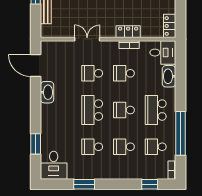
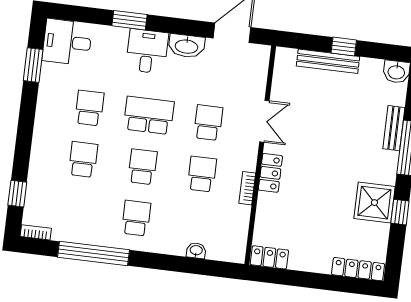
locker: (128, 32) -> (270, 173), moved
desk: (163, 53) -> (147, 51), moved, turned 180
washbasin: (169, 76) -> (196, 251), width x0.52, depth x0.69
school desk: (156, 110) -> (136, 218), width x0.54
window: (36, 144) -> (130, 20), moved
school desk: (156, 147) -> (77, 211), removed
window: (84, 184) -> (33, 65), moved

